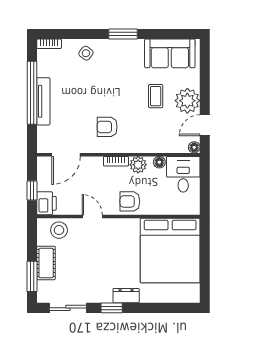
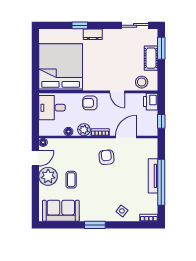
armchair: (107, 127) -> (106, 157), turned -96
door: (66, 155) -> (126, 137), moved
desk: (183, 174) -> (52, 108), moved, turned 90
window: (32, 191) -> (161, 121), moved
armchair: (130, 201) -> (90, 103), turned 180
window: (112, 308) -> (80, 25), moved

